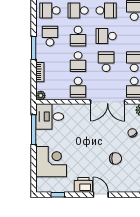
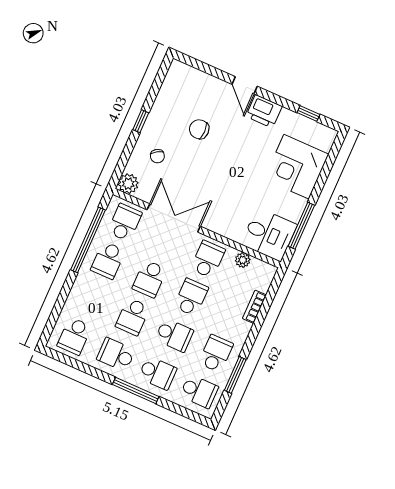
school desk: (50, 36) -> (216, 354), turned 180
school desk: (78, 36) -> (174, 335), turned 90
school desk: (106, 36) -> (133, 317), turned 90
window: (34, 48) -> (235, 375), moved
plant: (41, 96) -> (243, 260), moved

